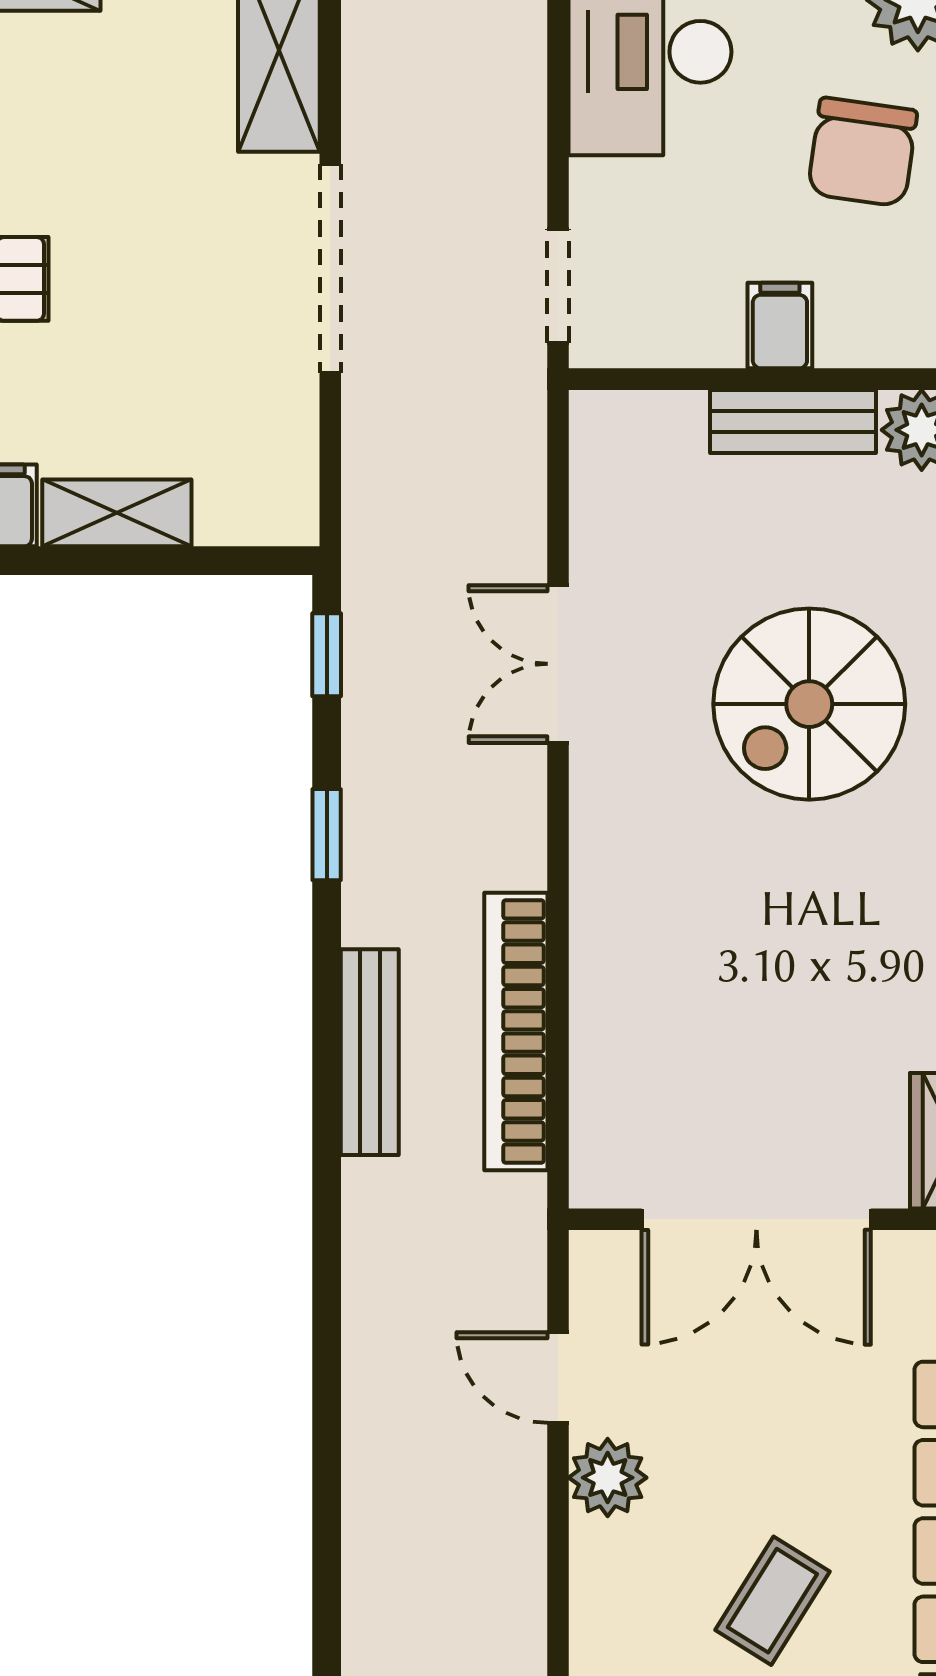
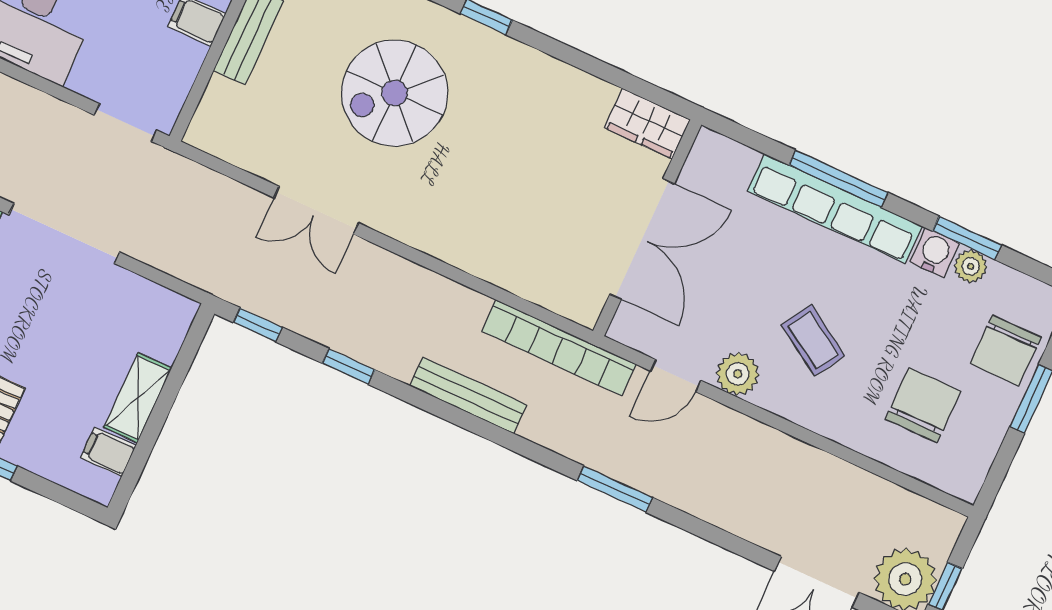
spiral stairs: (809, 704) -> (395, 93), turned 90
bookcase: (516, 1032) -> (559, 348), moved
window: (327, 1363) -> (615, 489), added
coffee table: (772, 1601) -> (813, 340), moved

